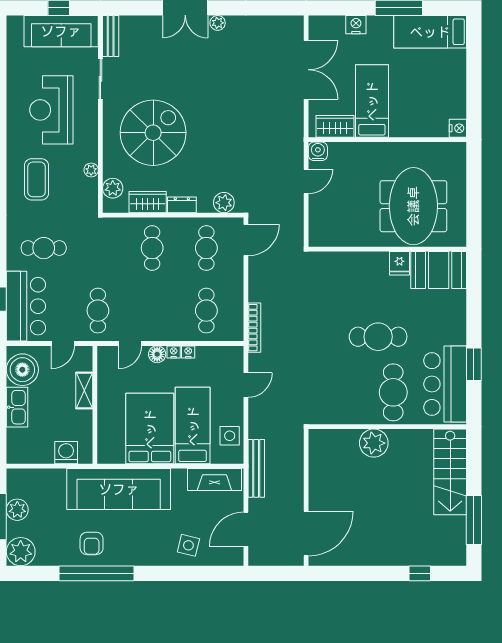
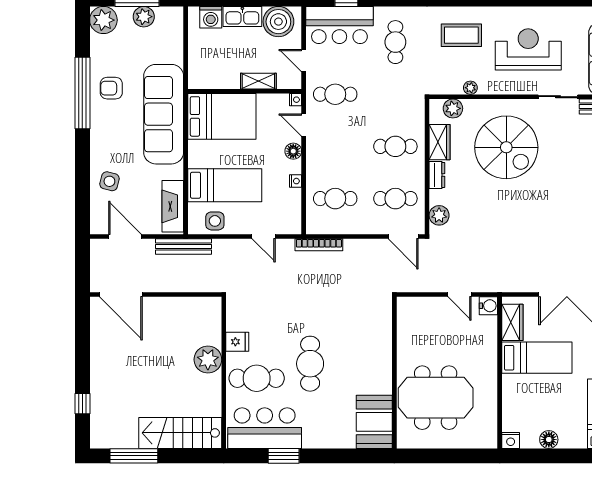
floor lamp: (457, 89) -> (549, 440), added
fridge: (399, 263) -> (237, 342), moved, turned 180
nightstand: (174, 352) -> (296, 100), moved
bed: (150, 429) -> (222, 116), moved
washing machine: (66, 453) -> (211, 17), moved, turned 90

